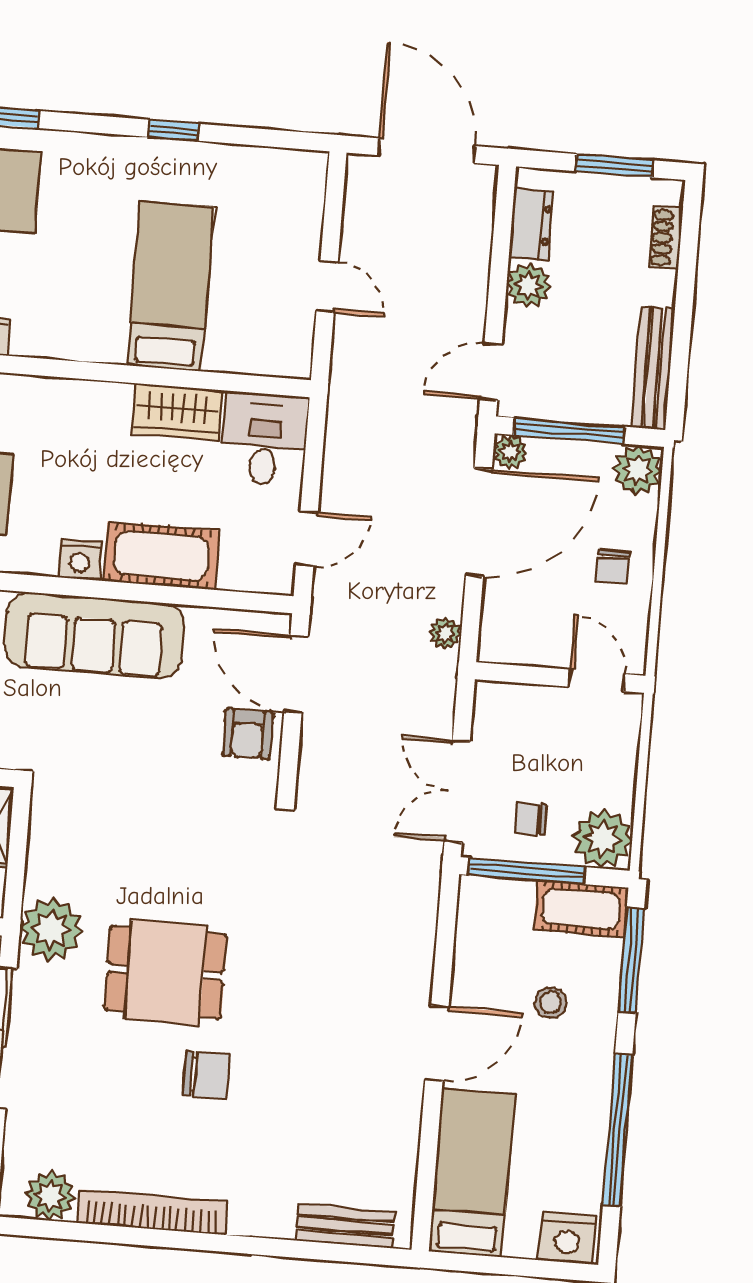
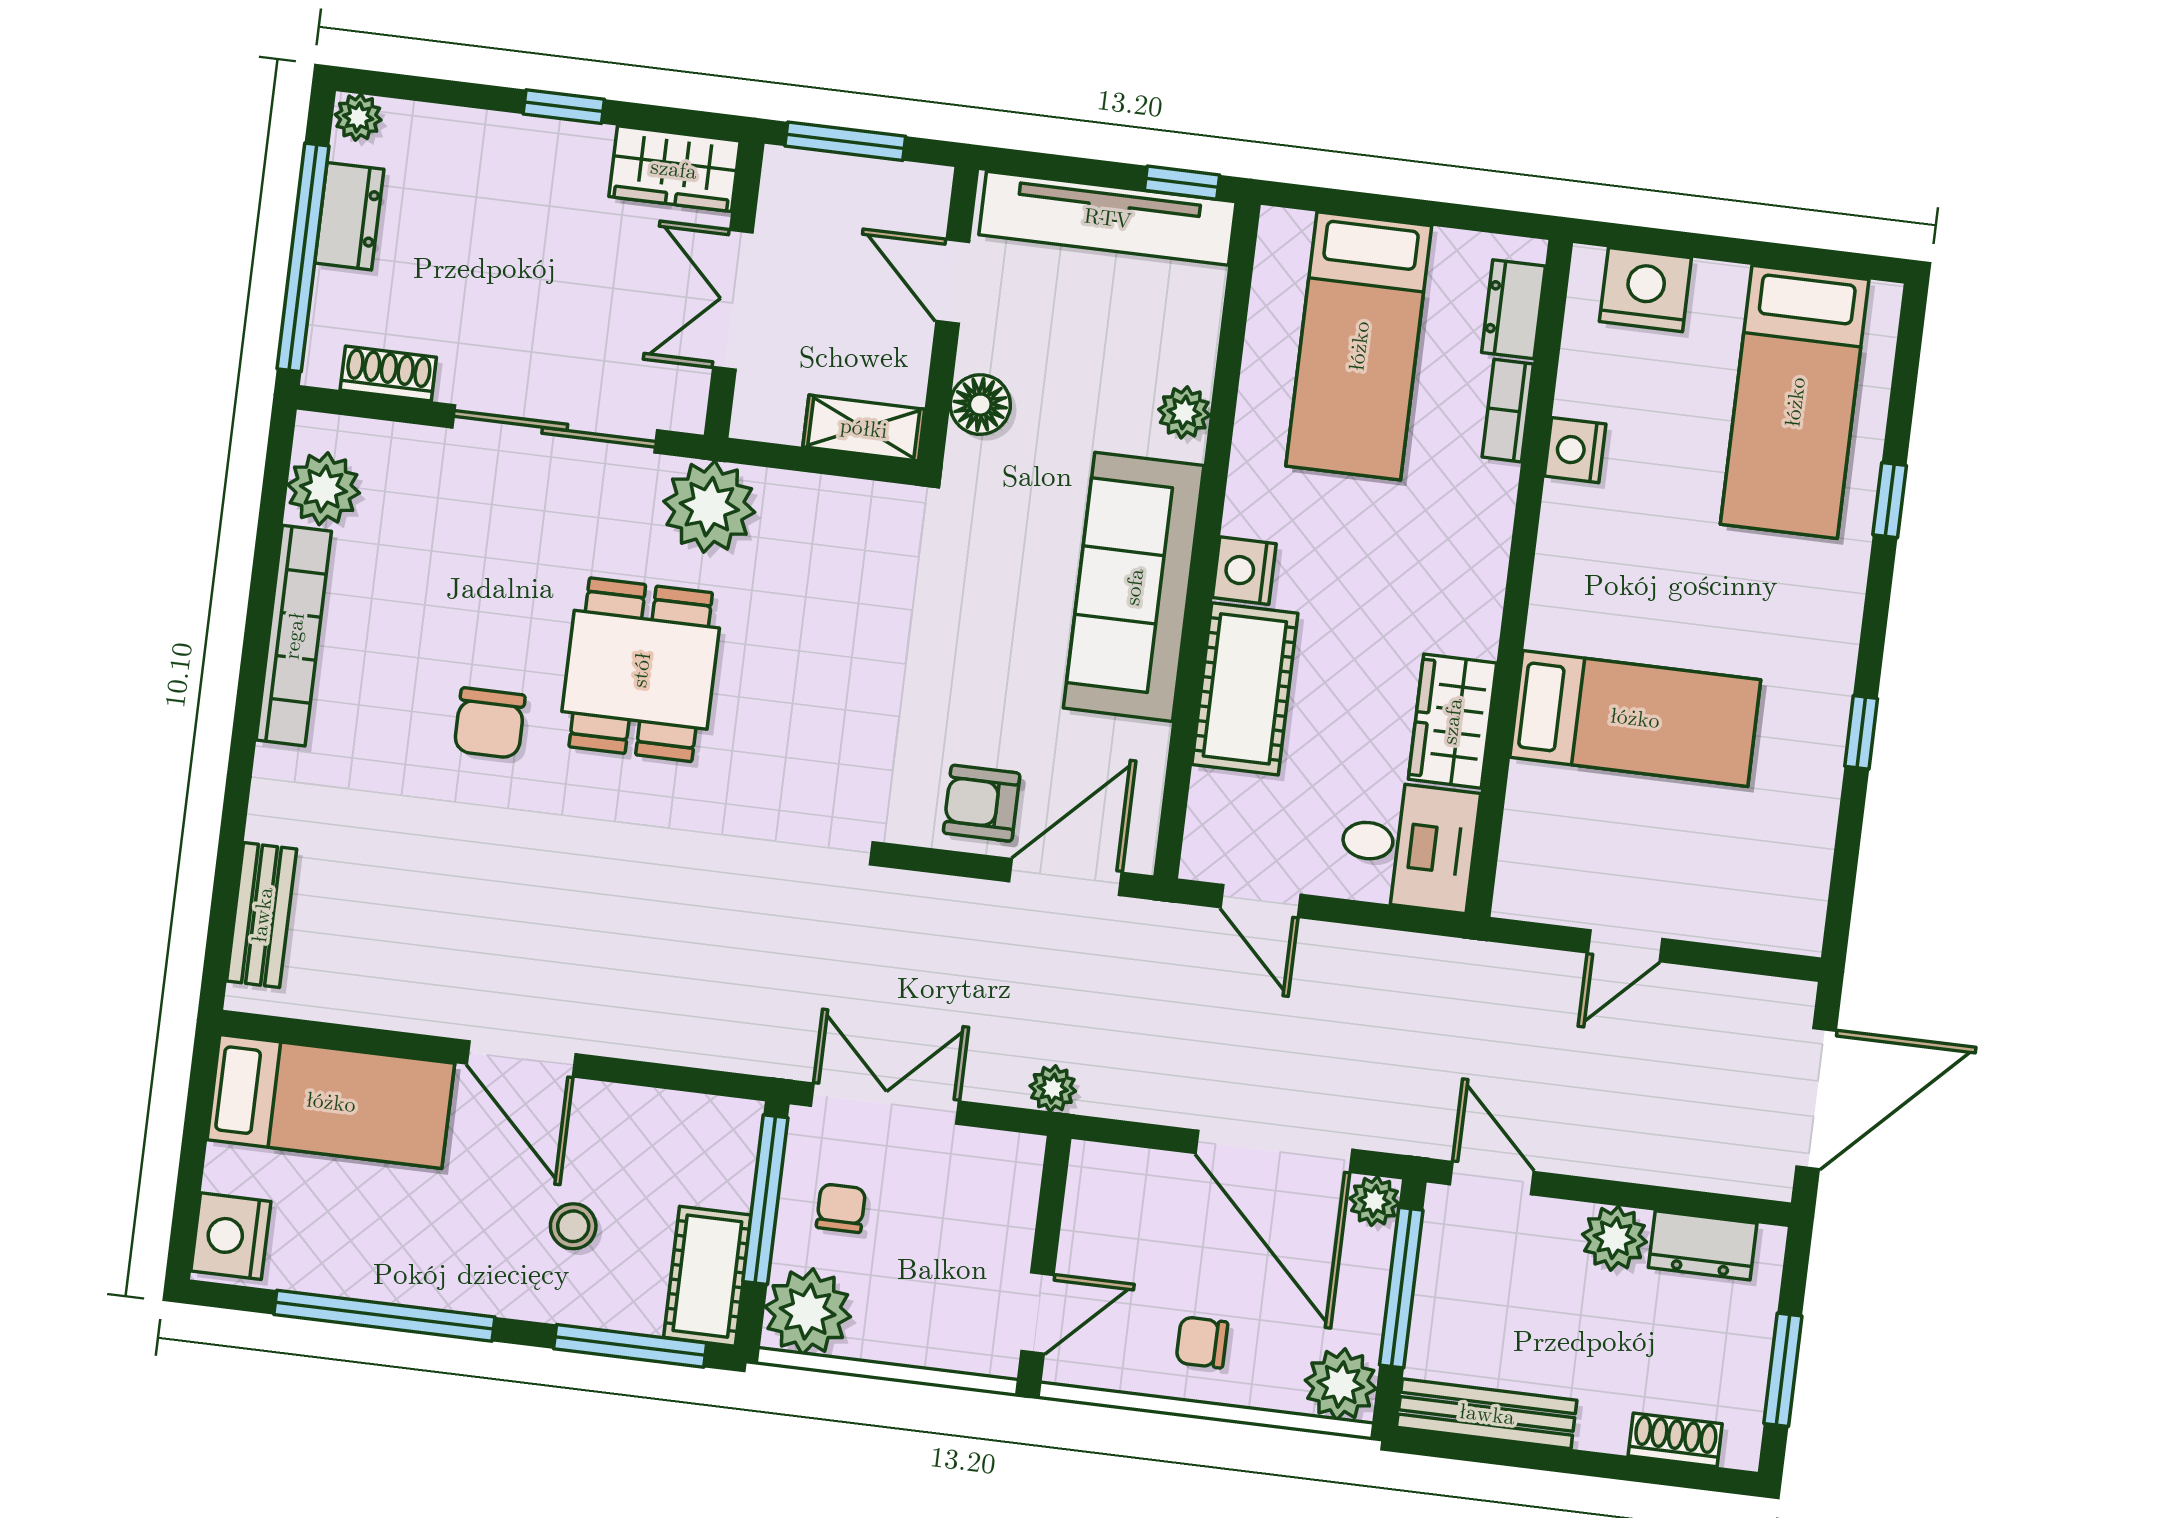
plant: (445, 633) -> (1053, 1088), moved

